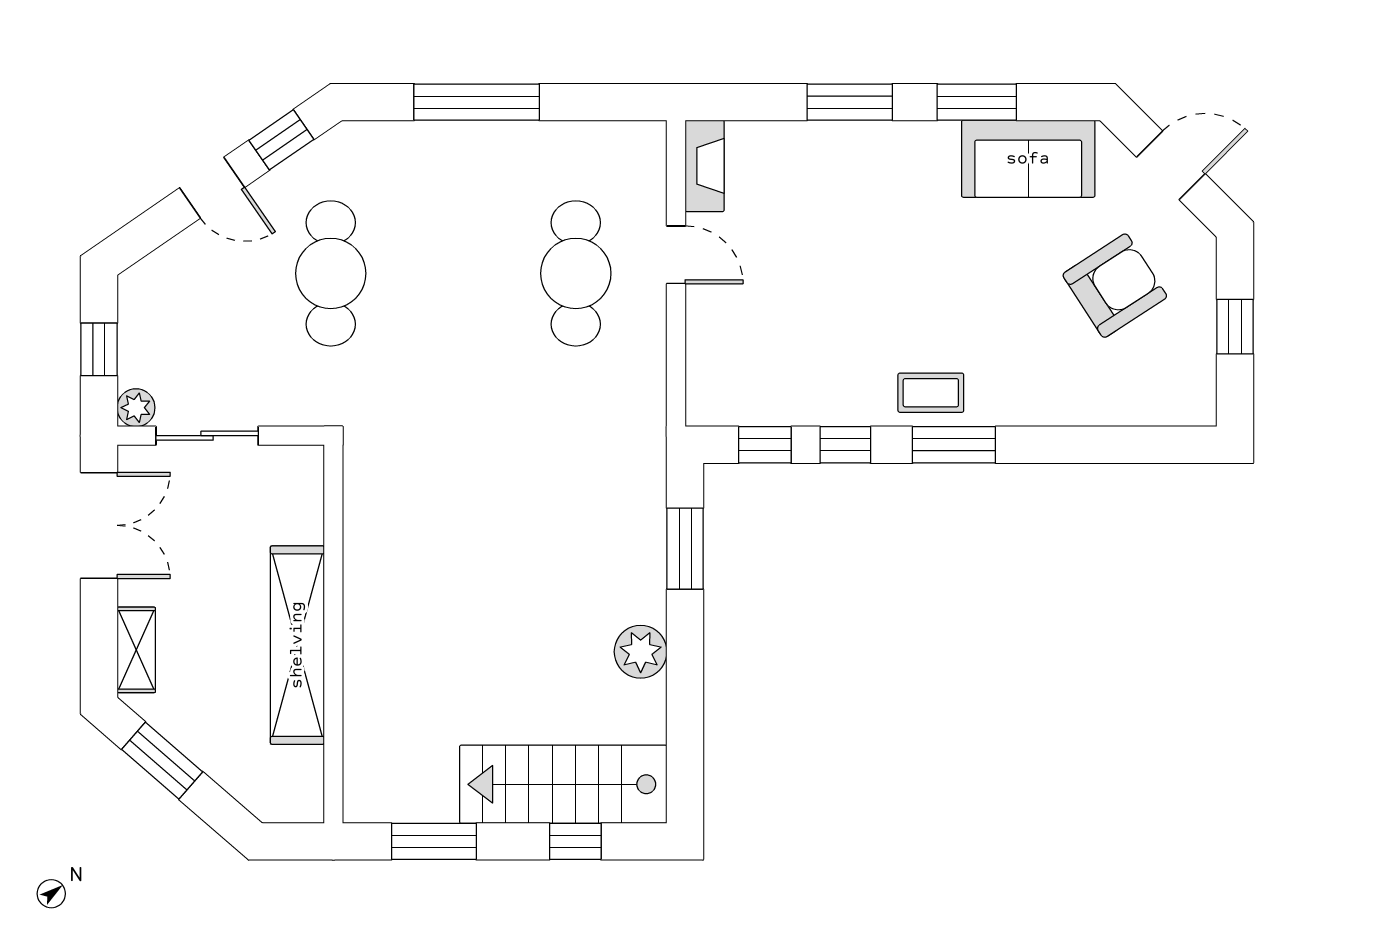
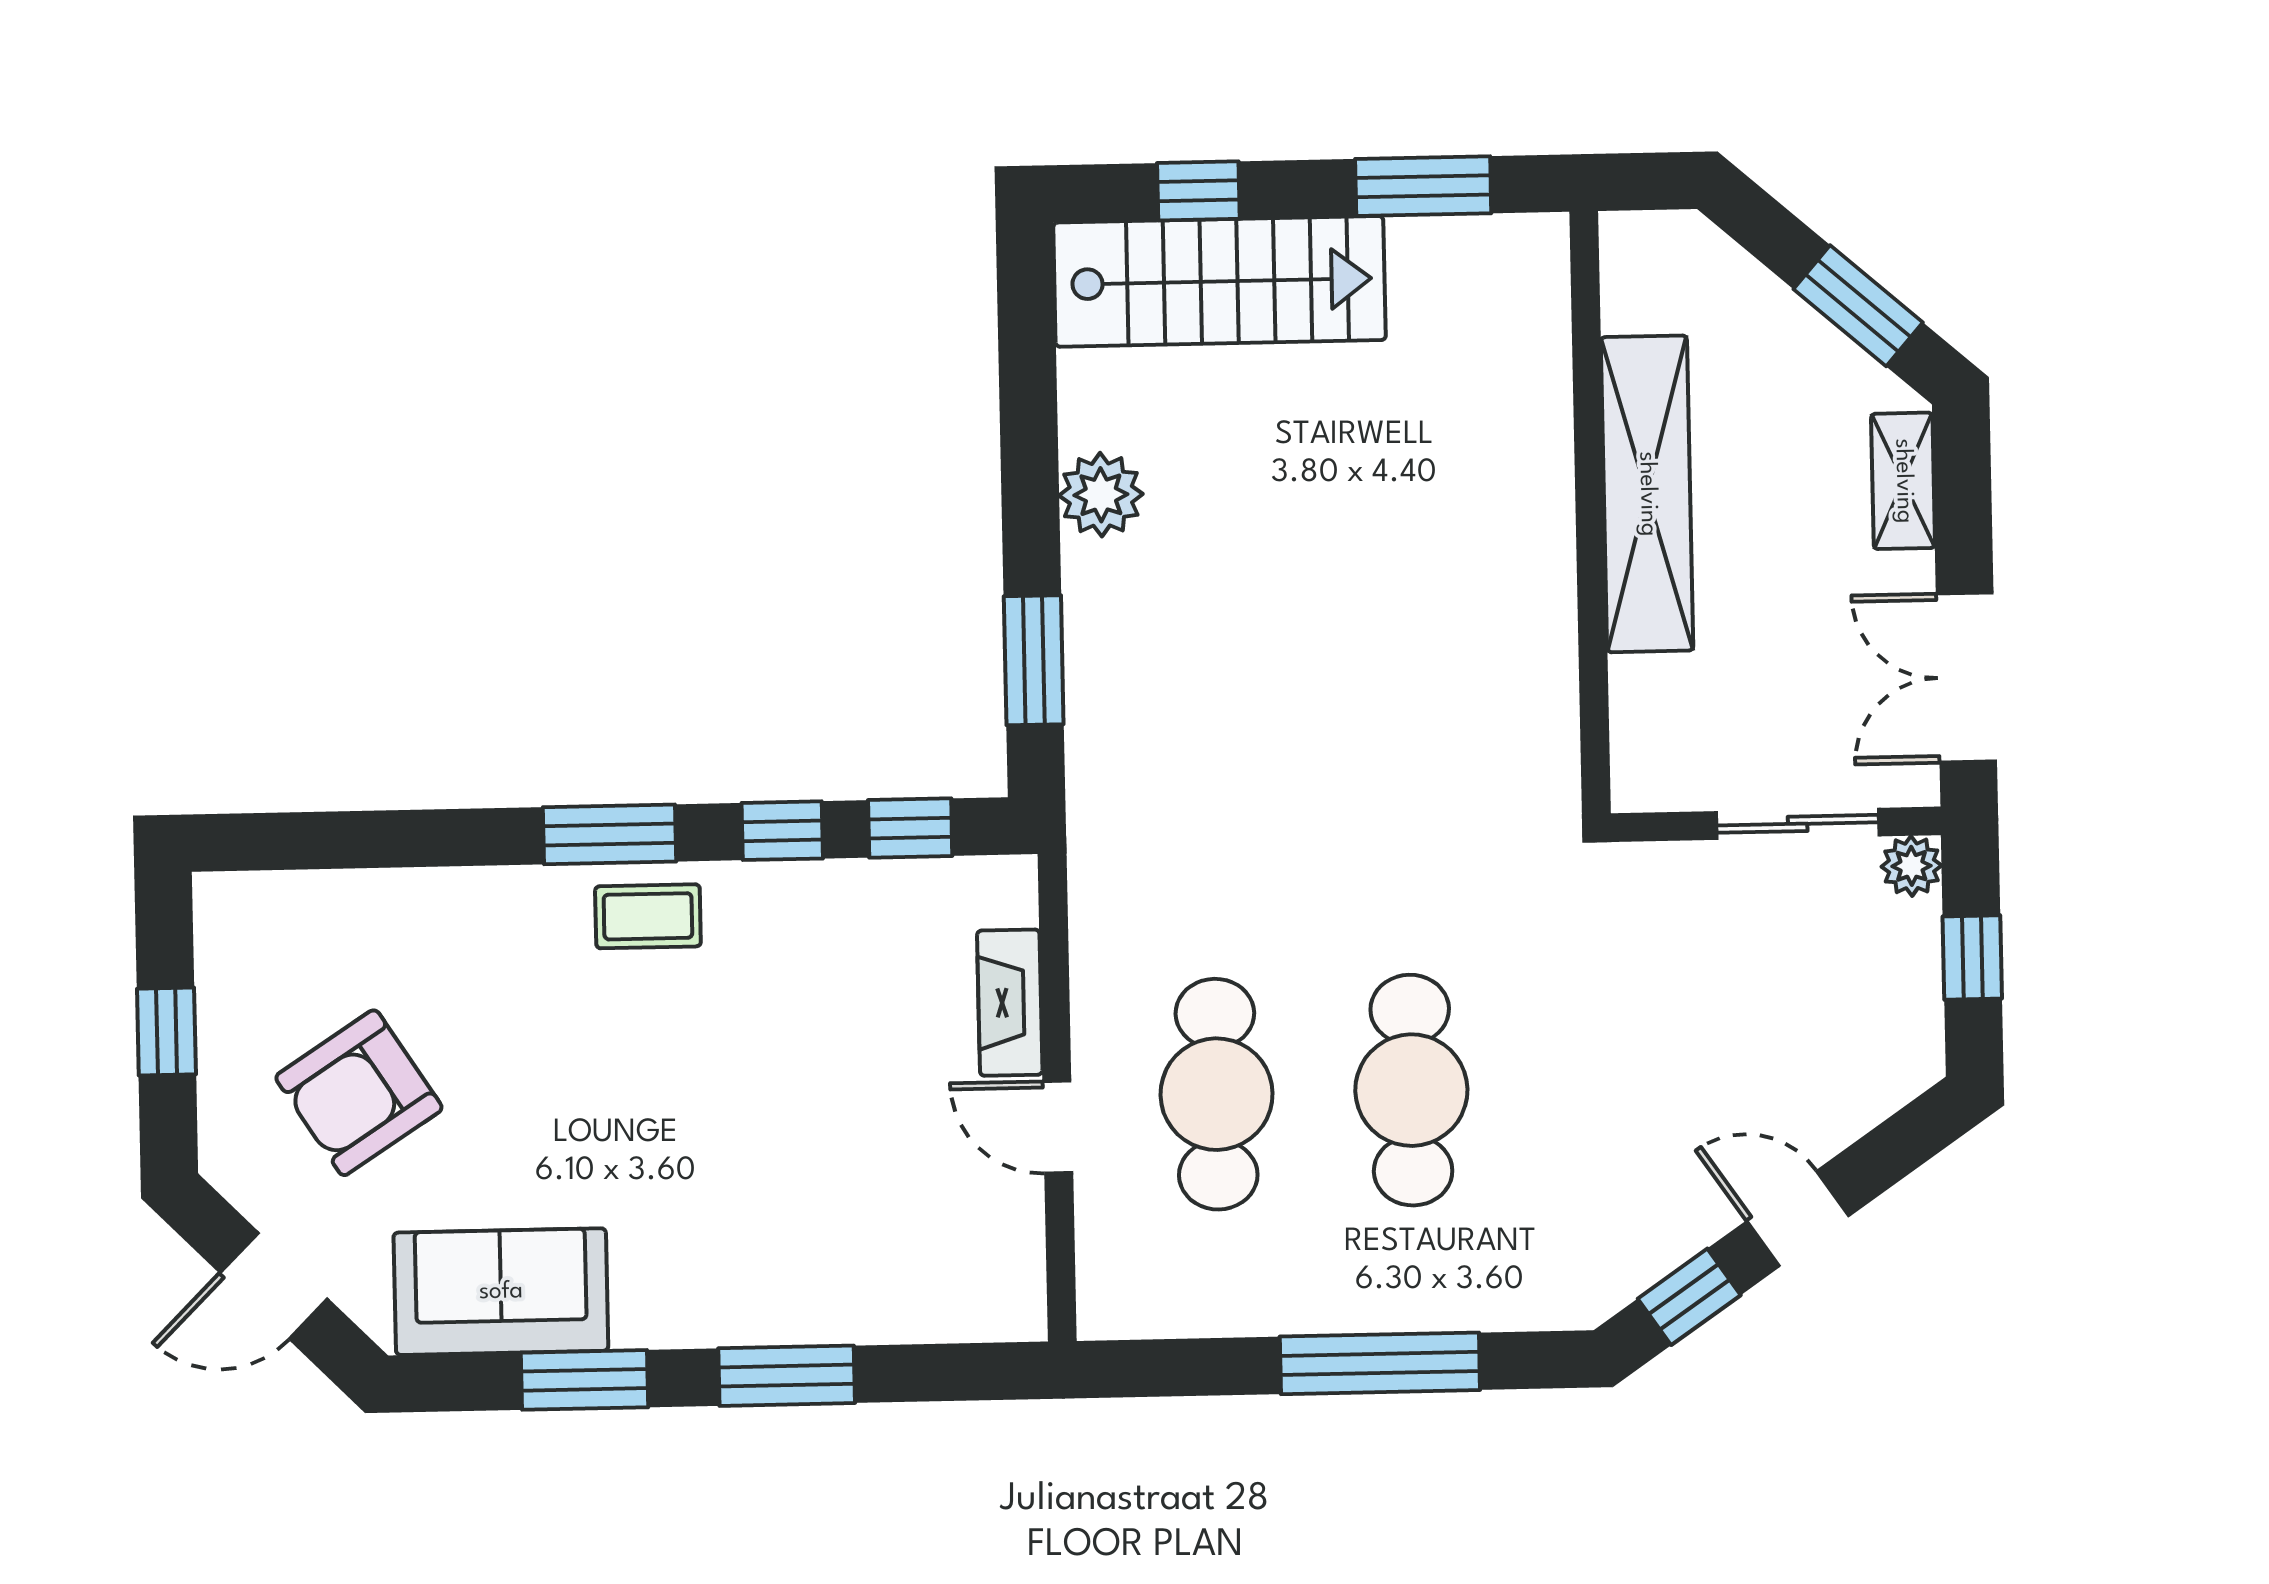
fireplace: (705, 166) -> (1010, 1003), moved
cafe table: (331, 273) -> (1411, 1090), moved

